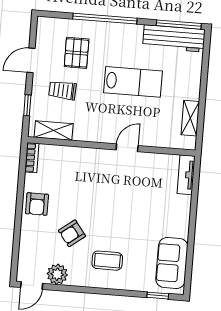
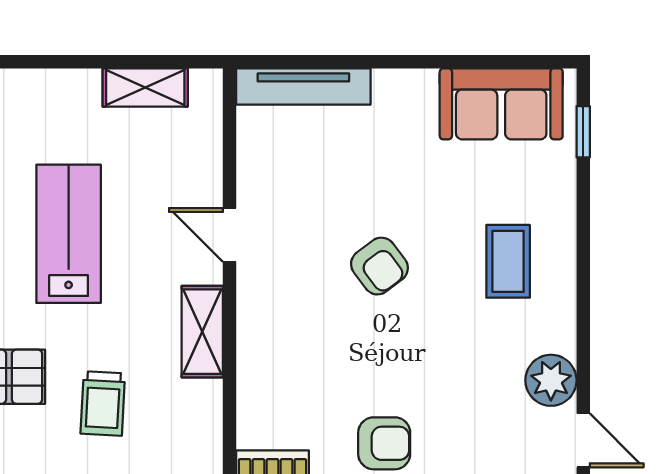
shelving: (54, 131) -> (202, 332), moved
tv unit: (186, 175) -> (303, 86), width x1.41
armchair: (72, 233) -> (379, 266), moved

